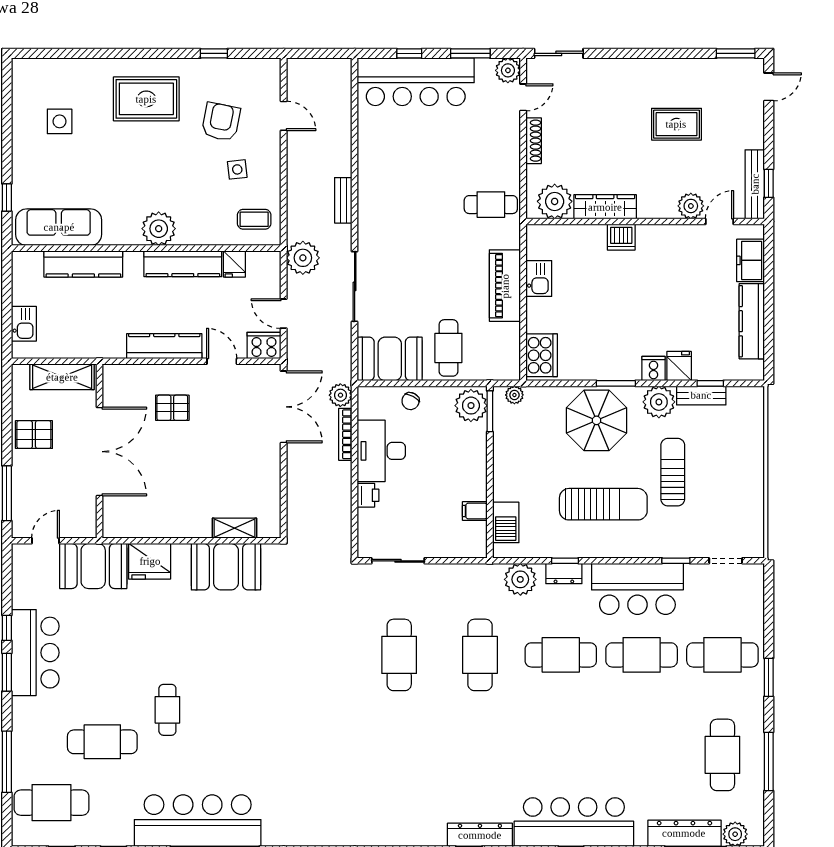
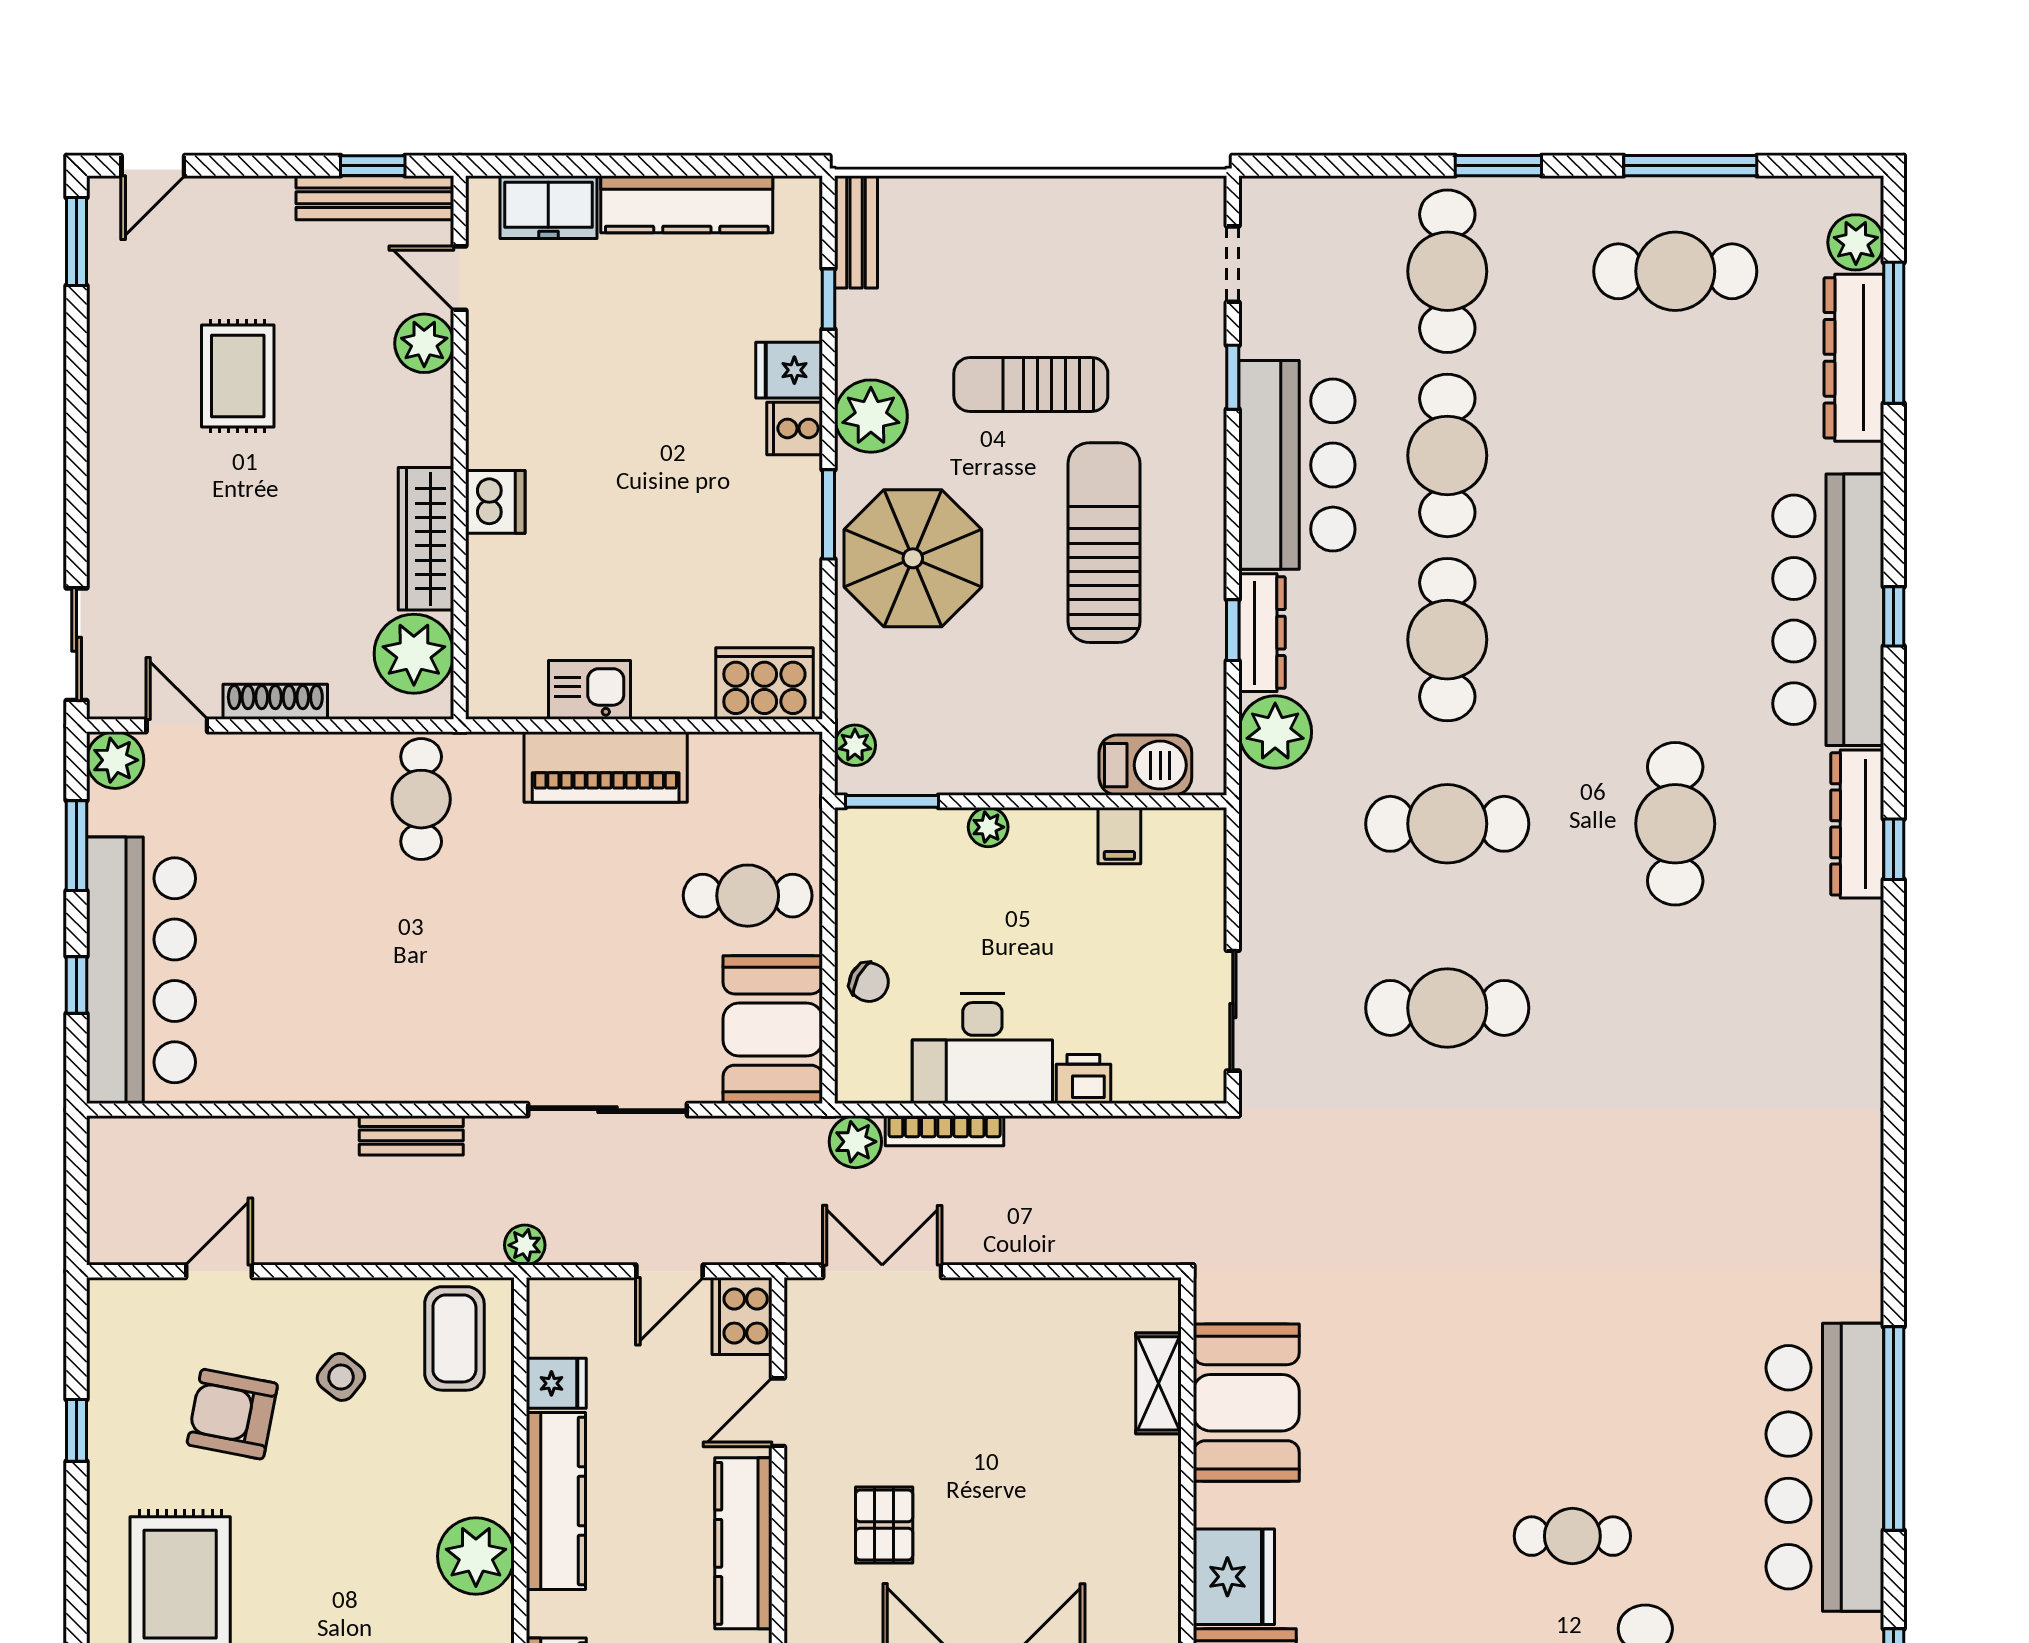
door: (769, 87) -> (153, 166), swing flipped
side table: (237, 169) -> (341, 1377), turned 45
coffee table: (254, 219) -> (454, 1338), width x1.36, depth x1.30
plant: (303, 258) -> (525, 1245), width x0.53, depth x0.53
bench: (701, 395) -> (856, 232), moved
plant: (471, 406) -> (988, 827), moved, width x0.53, depth x0.53
double door: (284, 407) -> (882, 1271), width x0.73
dresser: (564, 574) -> (1262, 633), width x1.44
cafe table: (480, 755) -> (1675, 824), added

